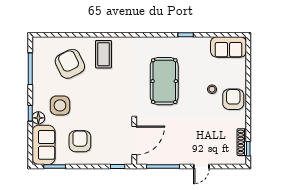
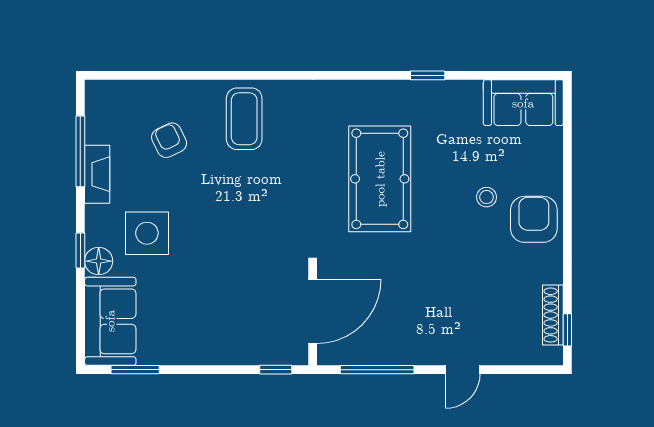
armchair: (70, 64) -> (169, 140), width x0.53, depth x0.53
fireplace: (38, 79) -> (97, 174), added
armchair: (80, 141) -> (191, 313), removed

